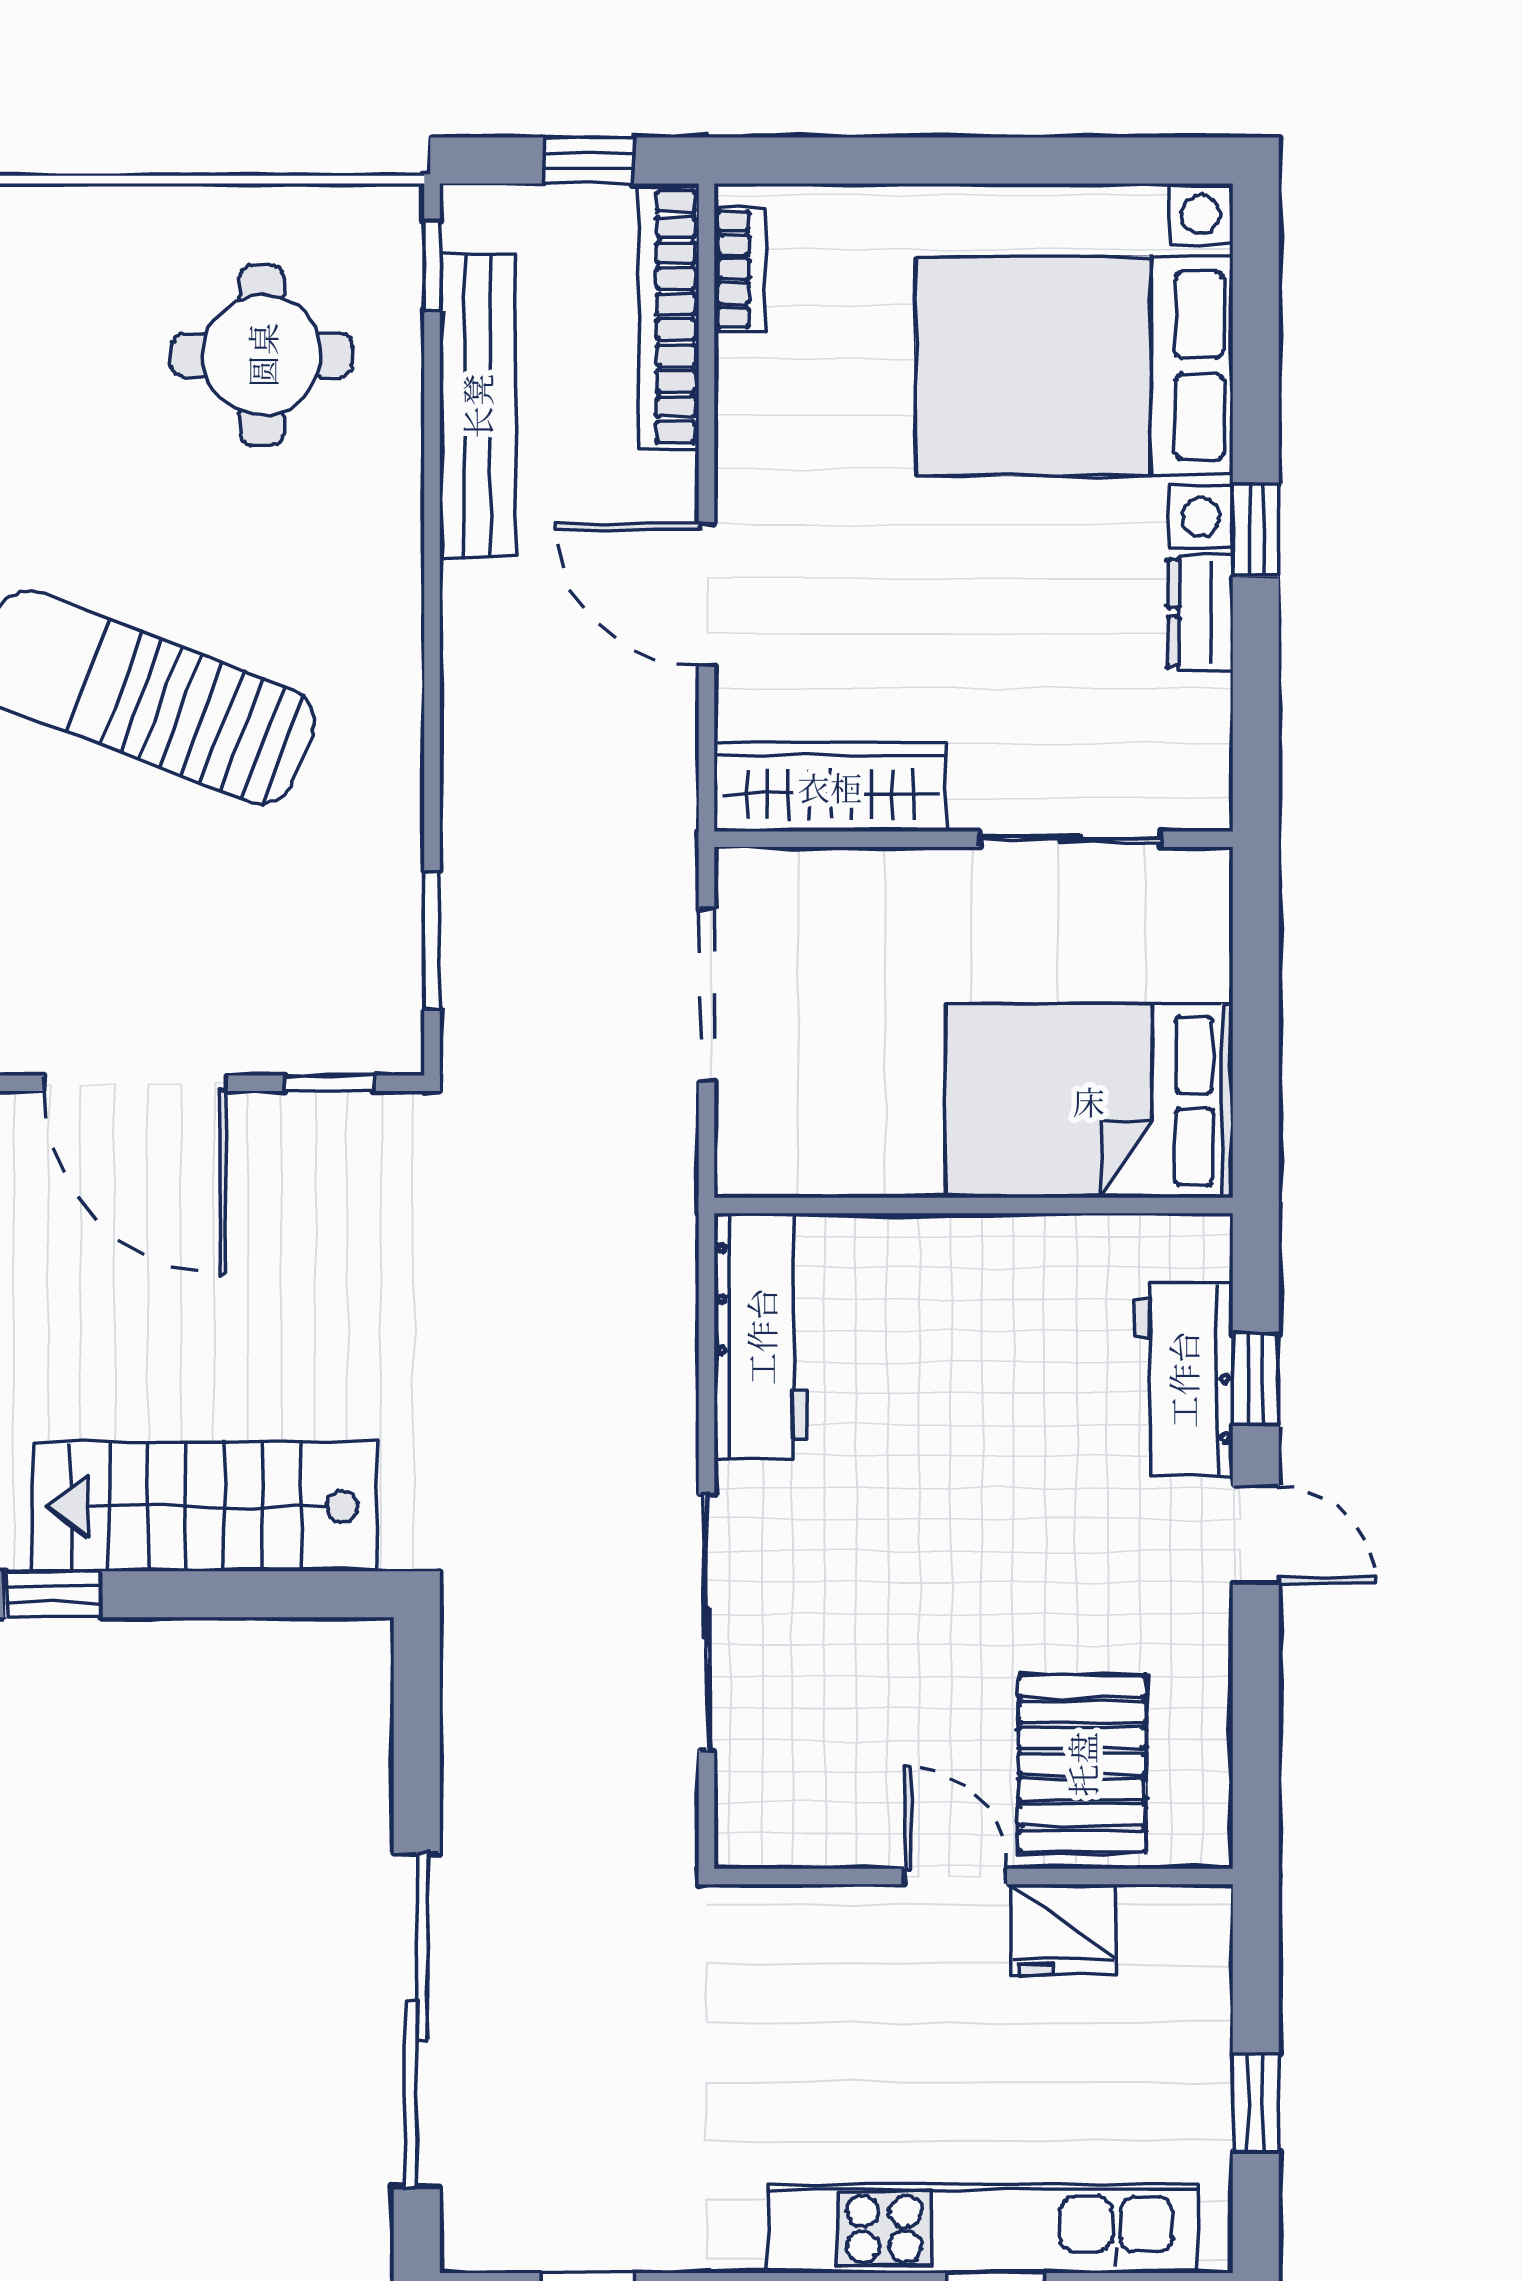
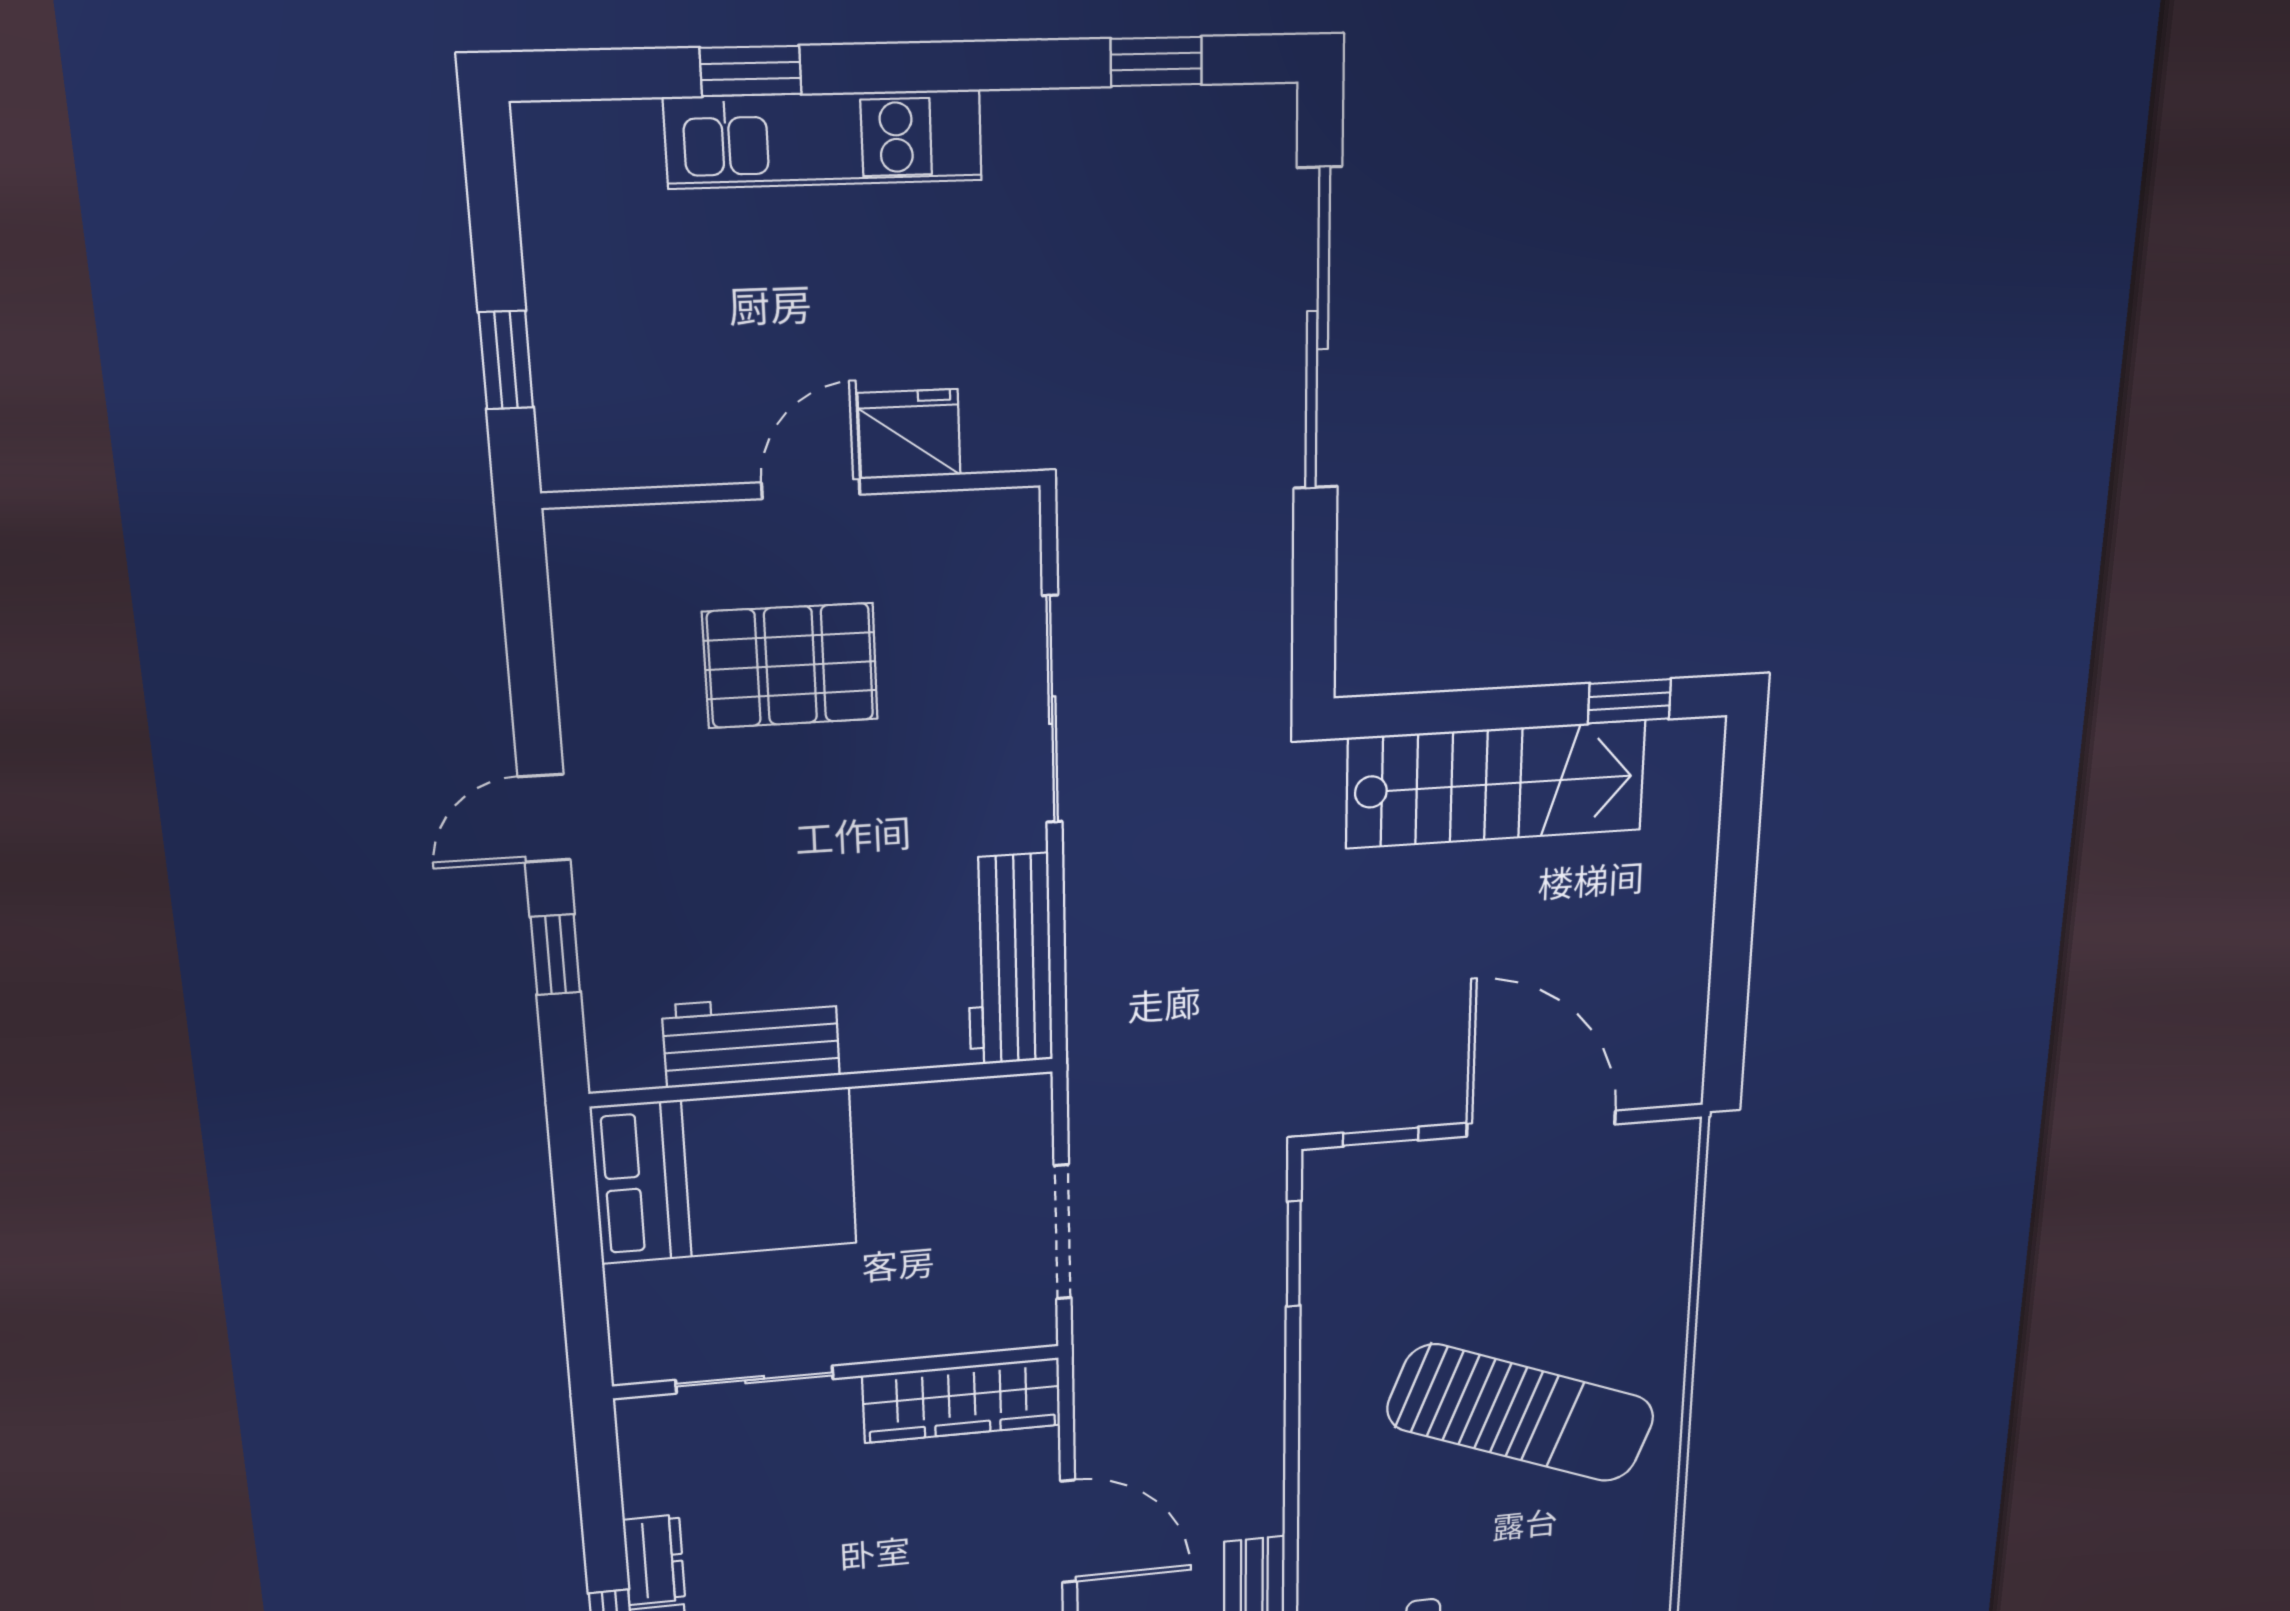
workbench: (1183, 1379) -> (751, 1040), moved, turned -90
door: (1256, 1535) -> (544, 818), hinge flipped
pallet: (1082, 1764) -> (791, 666), moved, turned 90
door: (956, 1877) -> (811, 489), swing flipped
fridge: (1063, 1929) -> (909, 434), moved
window: (1256, 2102) -> (506, 360), moved
kitchen unit: (983, 2229) -> (824, 139), width x0.73

